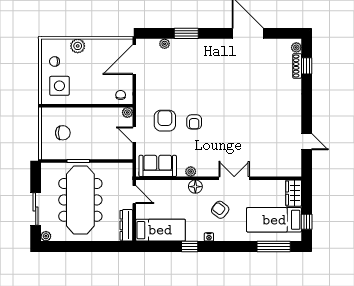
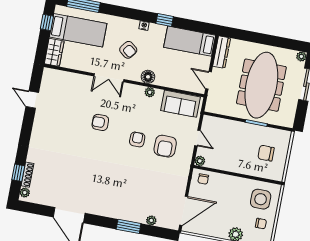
armchair: (234, 132) -> (100, 122), added

